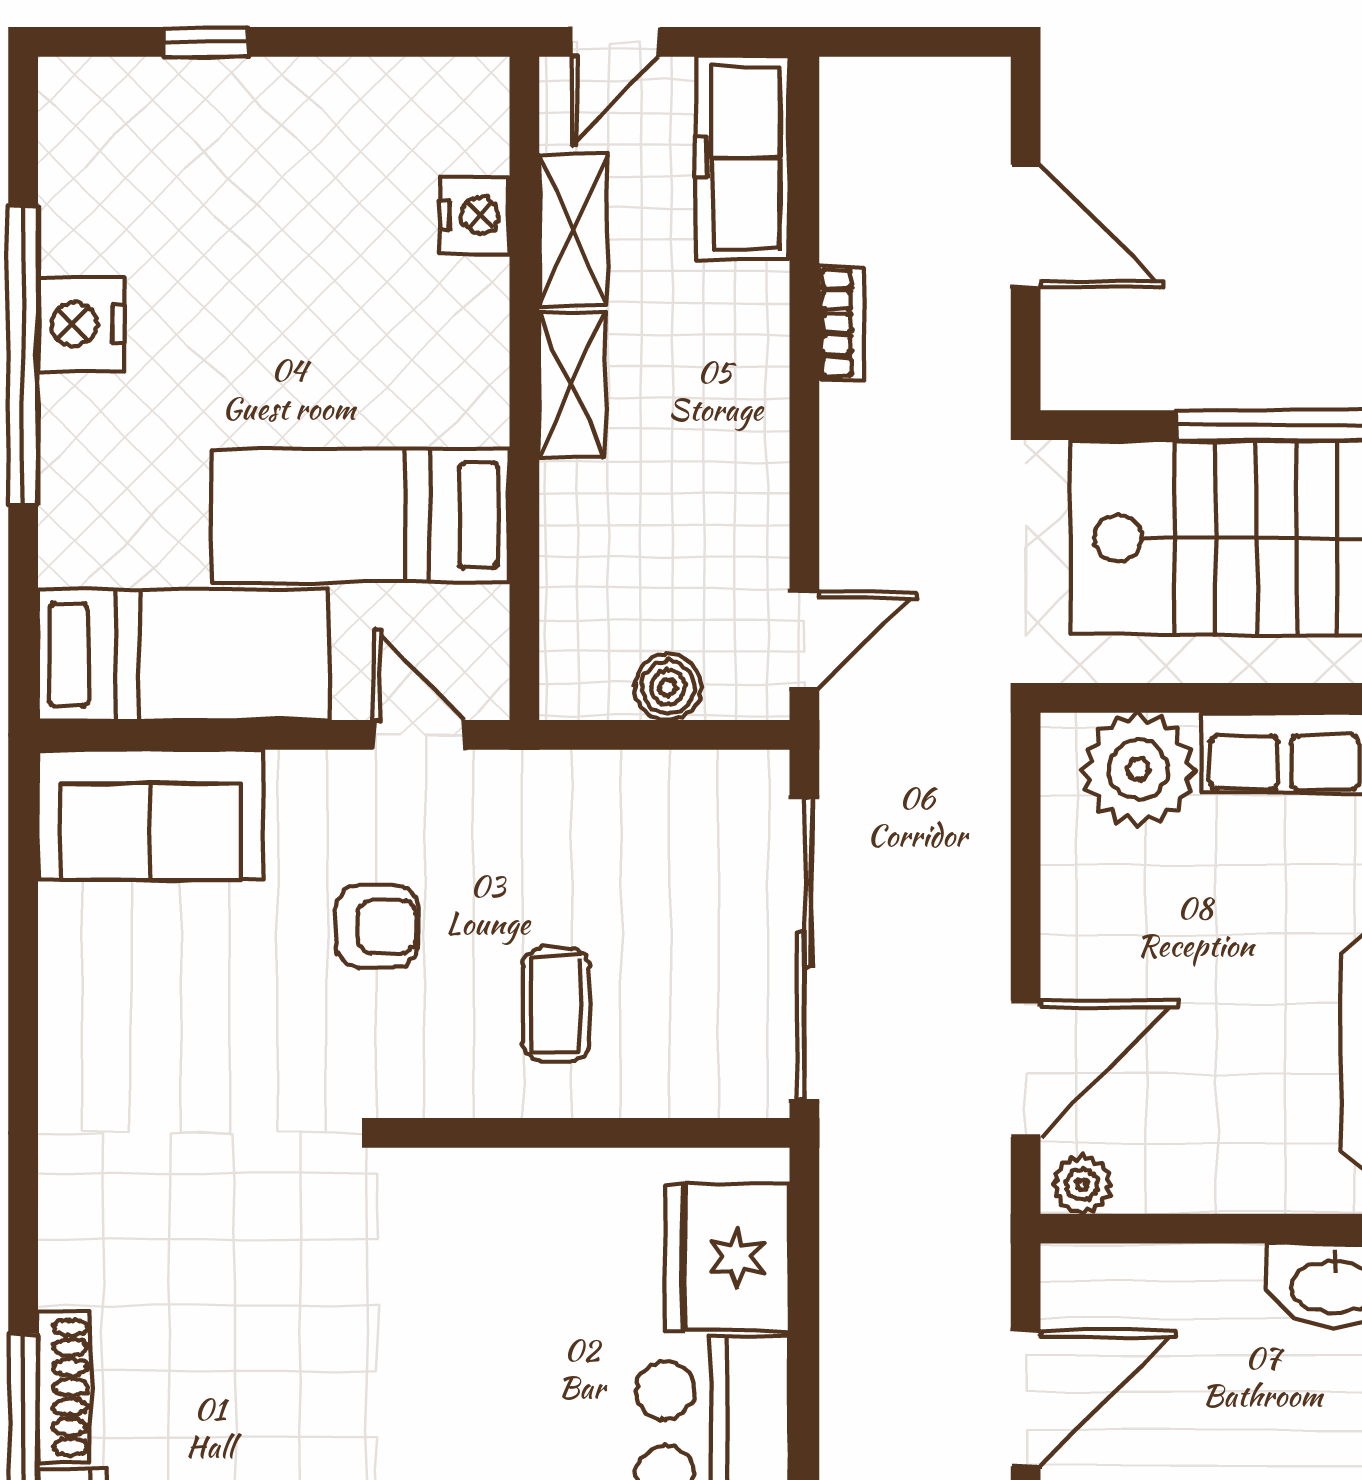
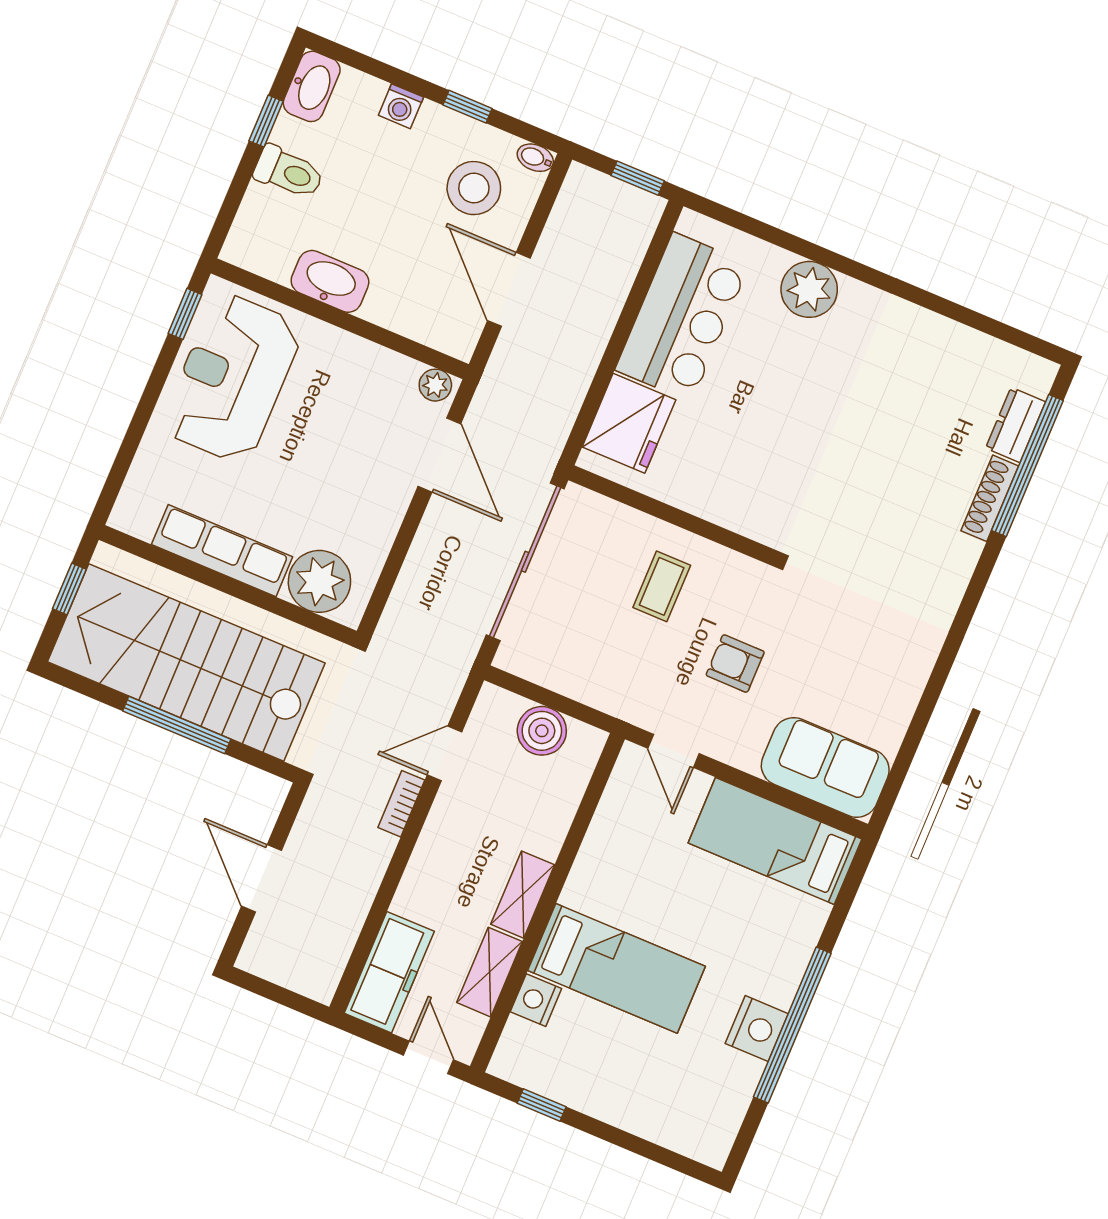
window: (206, 42) -> (542, 1105), moved
door: (615, 42) -> (429, 1057), hinge flipped
bookcase: (842, 322) -> (401, 804), moved
bed: (361, 516) -> (616, 968), moved
door: (804, 640) -> (445, 754), moved
boiler: (668, 687) -> (542, 731), width x1.36, depth x1.36
door: (1026, 1069) -> (439, 455), swing flipped
door: (1026, 1398) -> (509, 289), hinge flipped

